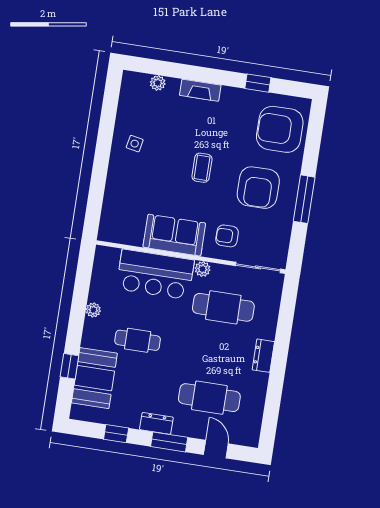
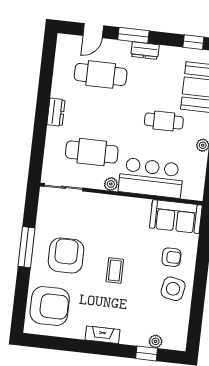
window: (258, 83) -> (147, 353), moved
fireplace: (200, 90) -> (102, 335), moved
side table: (135, 144) -> (173, 289), width x1.87, depth x1.87
sofa: (174, 235) -> (176, 217), moved
armchair: (227, 236) -> (171, 257), moved
window: (116, 434) -> (193, 42), moved
door: (216, 449) -> (93, 31), hinge flipped

